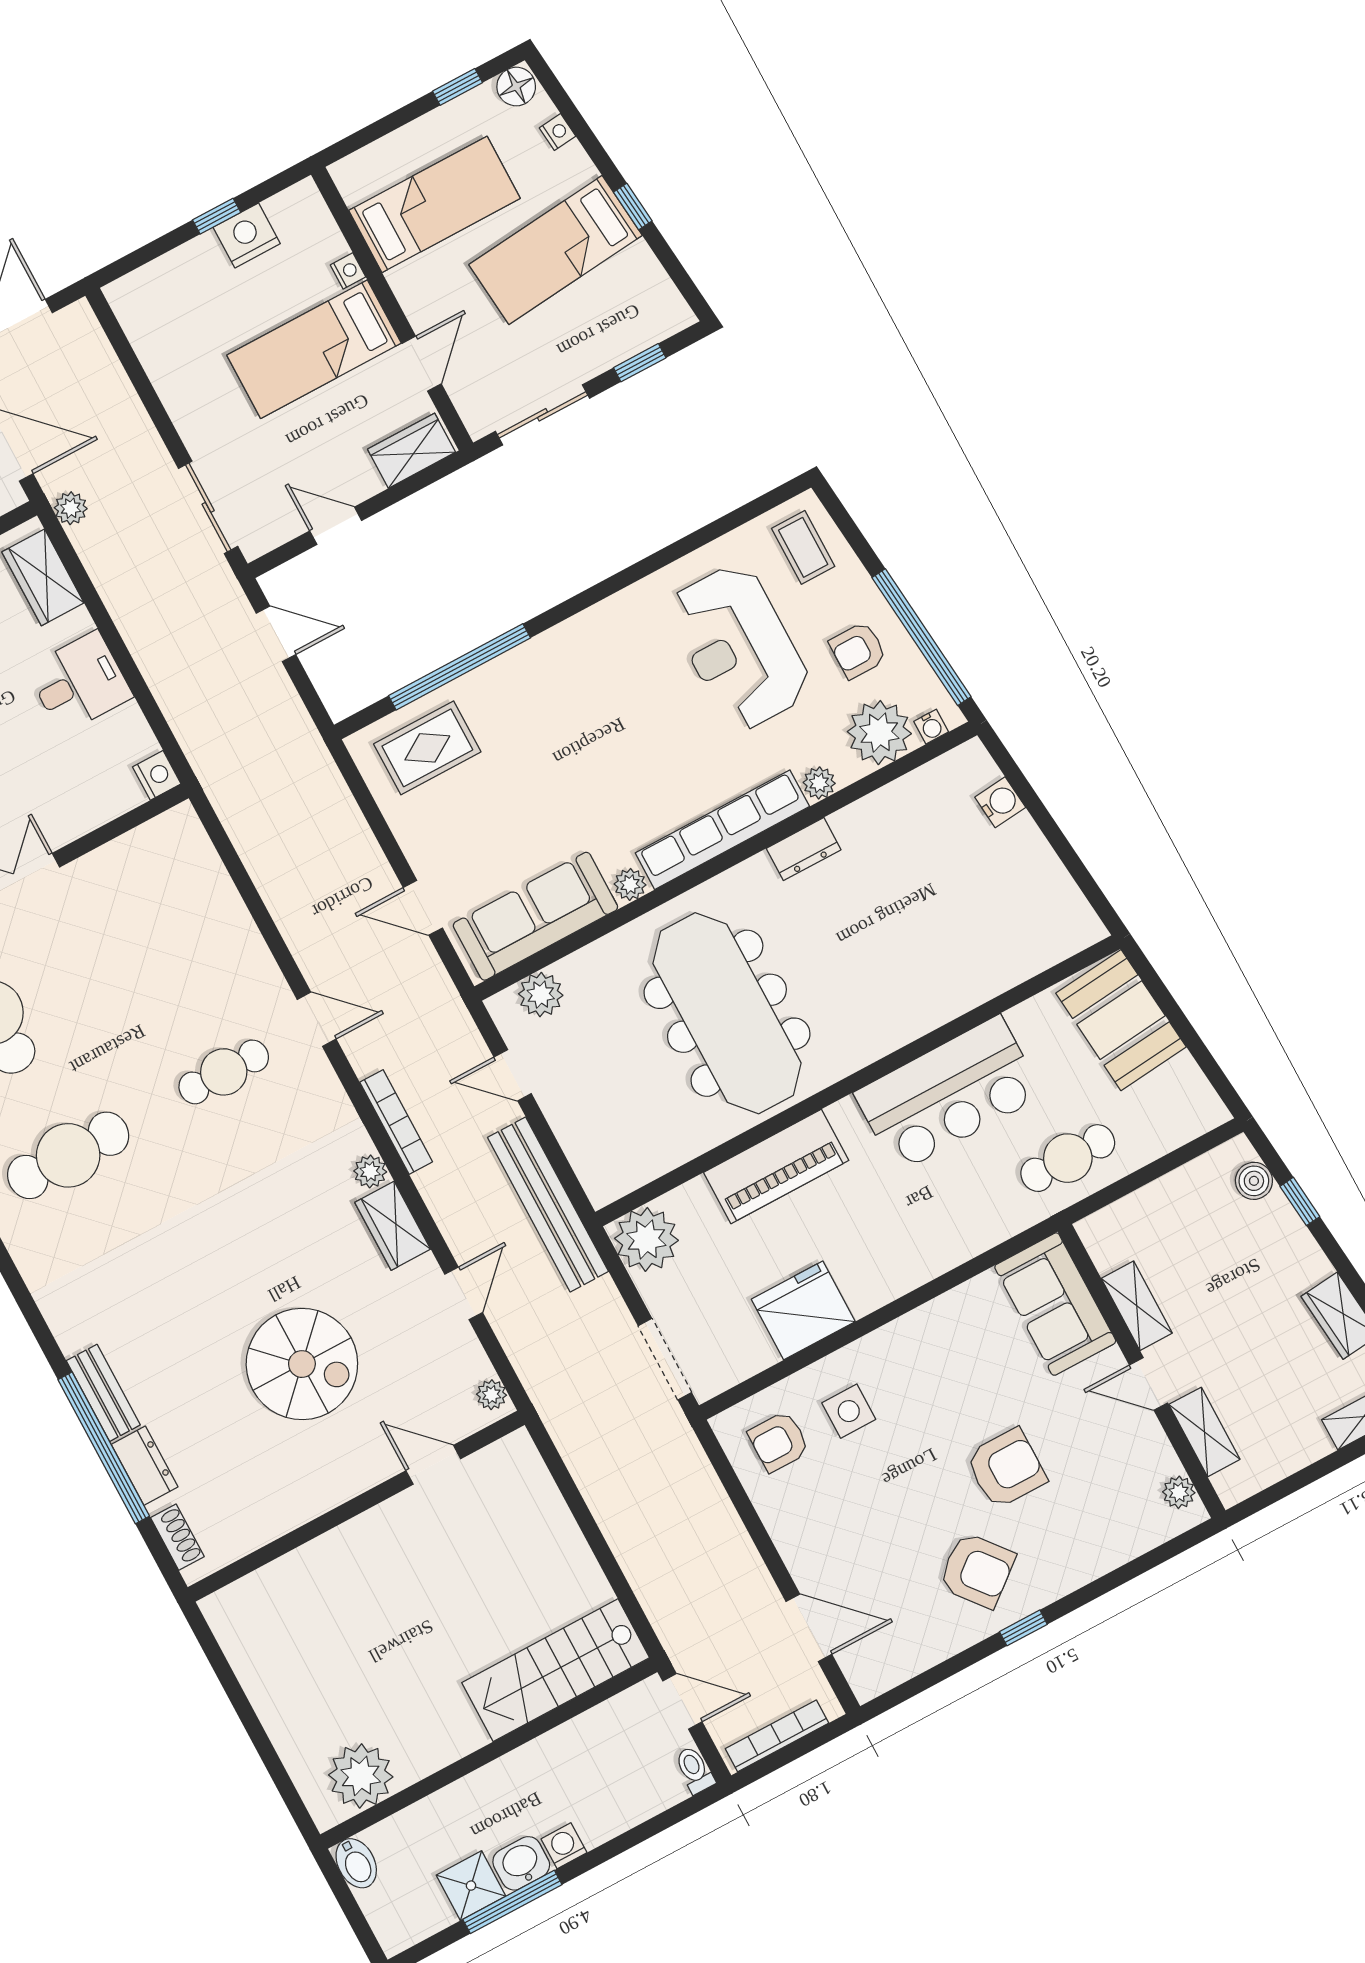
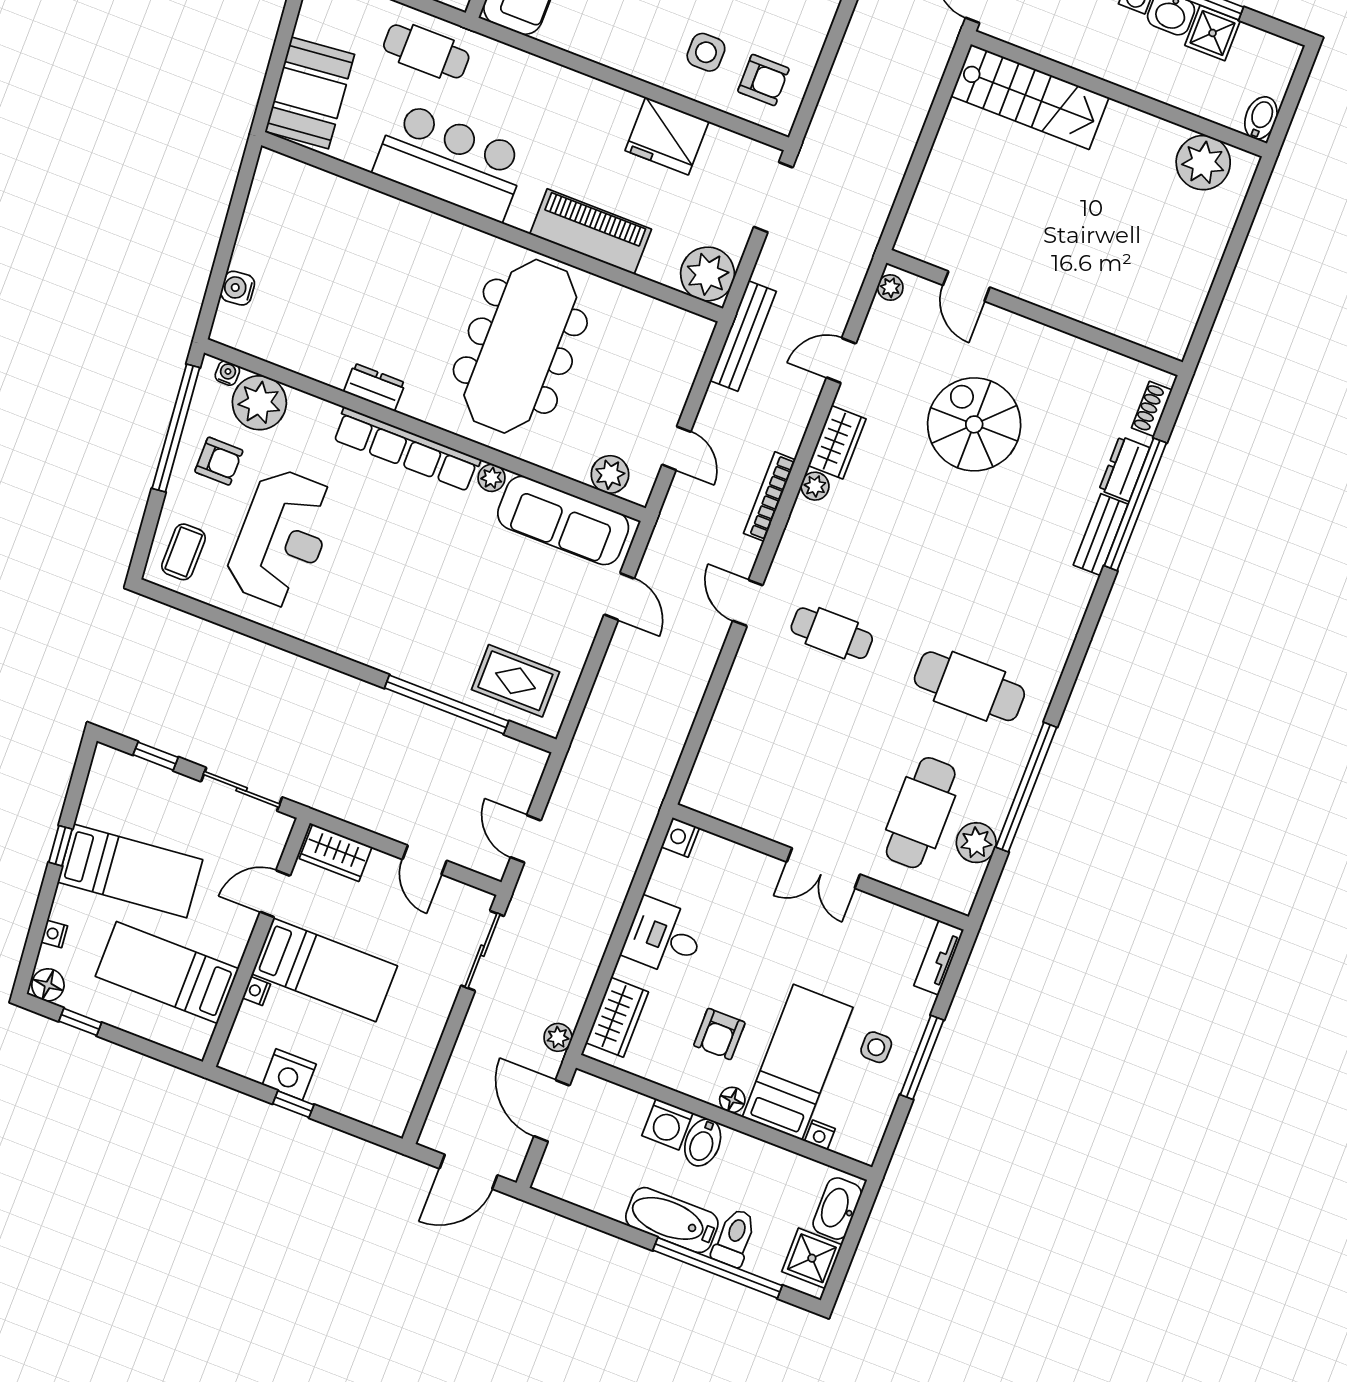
plant: (819, 783) -> (324, 413), removed
bench: (548, 1204) -> (743, 336), width x0.73, depth x0.82

